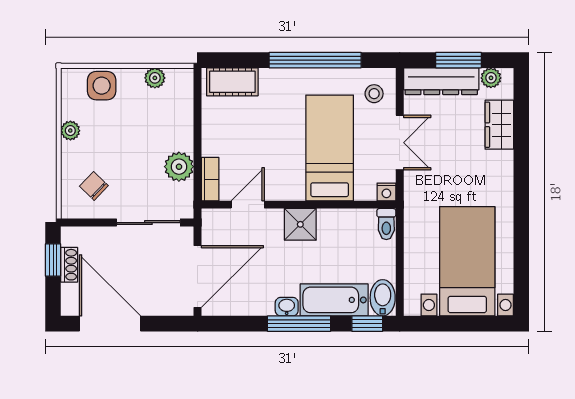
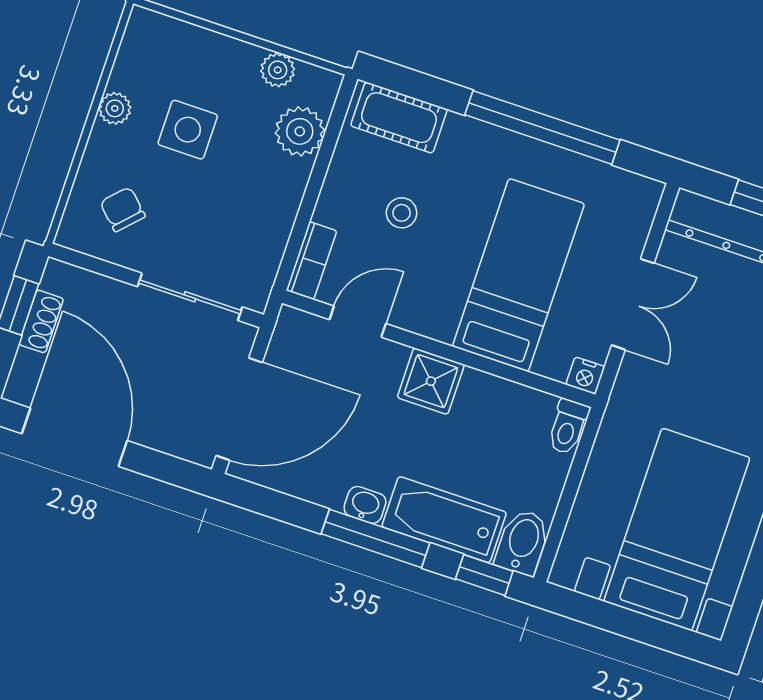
side table: (102, 86) -> (188, 130), moved
stool: (374, 94) -> (402, 213), moved
plant: (179, 167) -> (300, 131), moved

